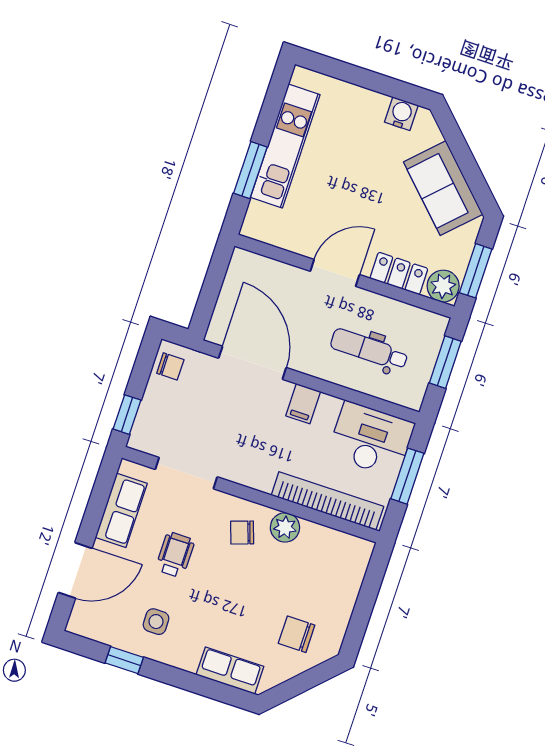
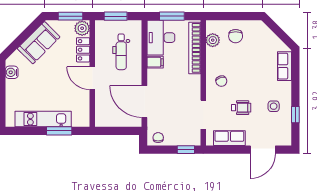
door: (252, 363) -> (144, 102), hinge flipped
filing cabinet: (303, 404) -> (155, 62), moved
plant: (285, 527) -> (213, 40), moved
wheelchair: (175, 555) -> (241, 108), turned 180
door: (75, 570) -> (263, 150), swing flipped
chair: (297, 634) -> (236, 36), moved

